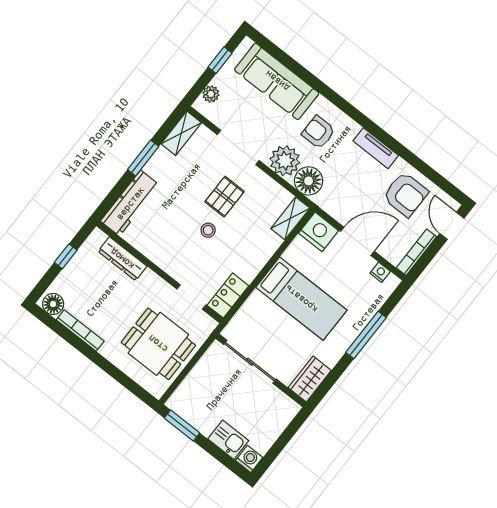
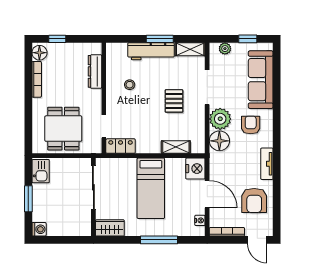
pallet: (225, 197) -> (174, 101), turned 90
workbench: (130, 203) -> (151, 51), moved
shelving: (290, 218) -> (176, 147), moved
door: (452, 226) -> (257, 240), swing flipped
stool: (208, 230) -> (130, 85), moved
window: (66, 256) -> (57, 39), moved
window: (182, 425) -> (28, 199), moved
kitchen sink: (228, 440) -> (41, 171), moved

